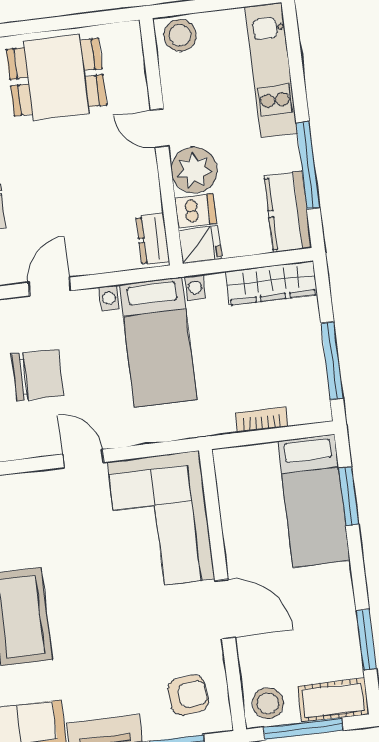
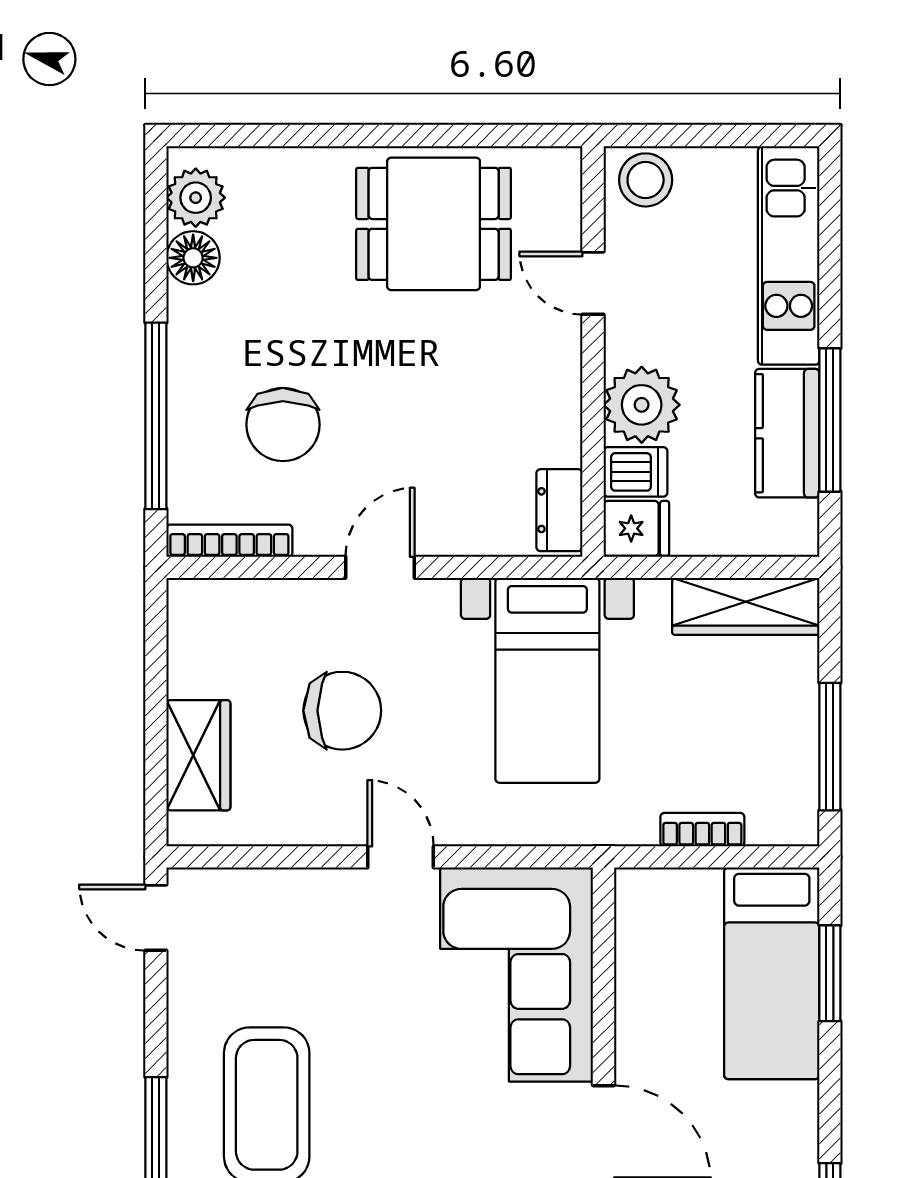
door: (160, 128) -> (593, 283), moved
kitchen counter: (288, 212) -> (787, 433), moved

